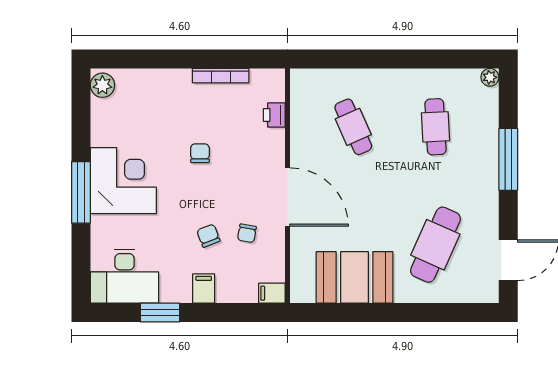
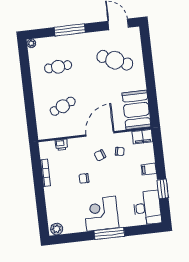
chair: (208, 236) -> (100, 155), moved
booth: (355, 277) -> (136, 110), moved
filing cabinet: (272, 293) -> (142, 137), width x2.00

